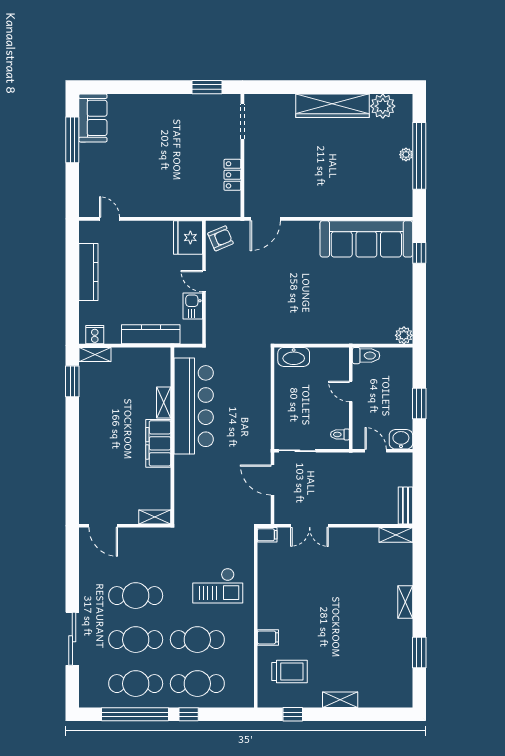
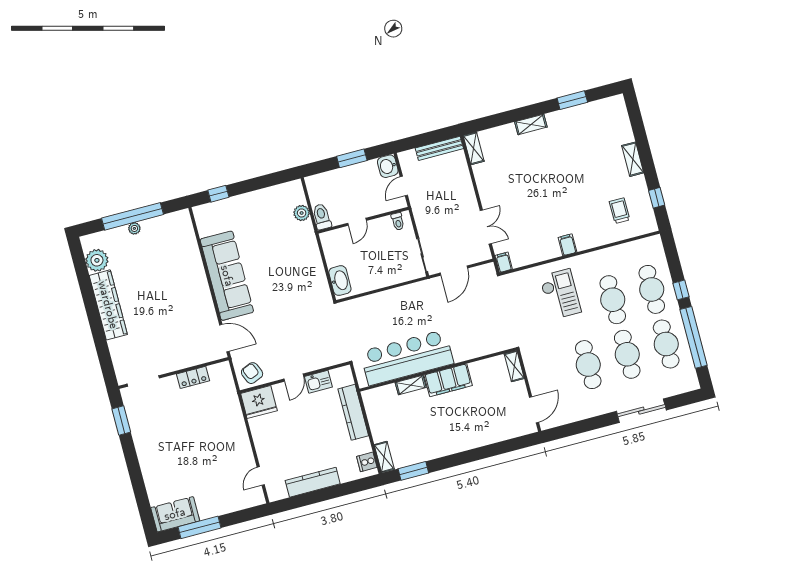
sofa: (366, 239) -> (227, 276), moved
plant: (404, 335) -> (302, 213), moved
bench: (405, 506) -> (439, 148), width x1.36
filing cabinet: (268, 637) -> (567, 245), moved
trolley: (289, 672) -> (620, 211), width x0.73, depth x0.72

